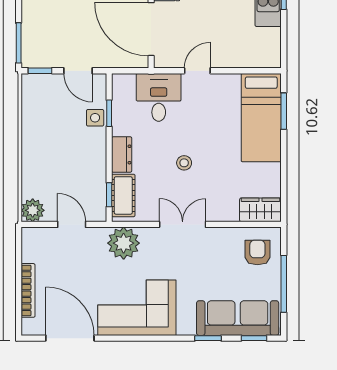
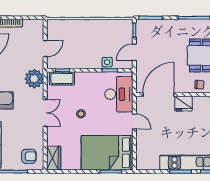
desk: (159, 97) -> (119, 94), width x1.37
bed: (261, 118) -> (107, 153), width x1.50
dresser: (122, 154) -> (86, 78), removed
plant: (33, 210) -> (53, 26), removed

